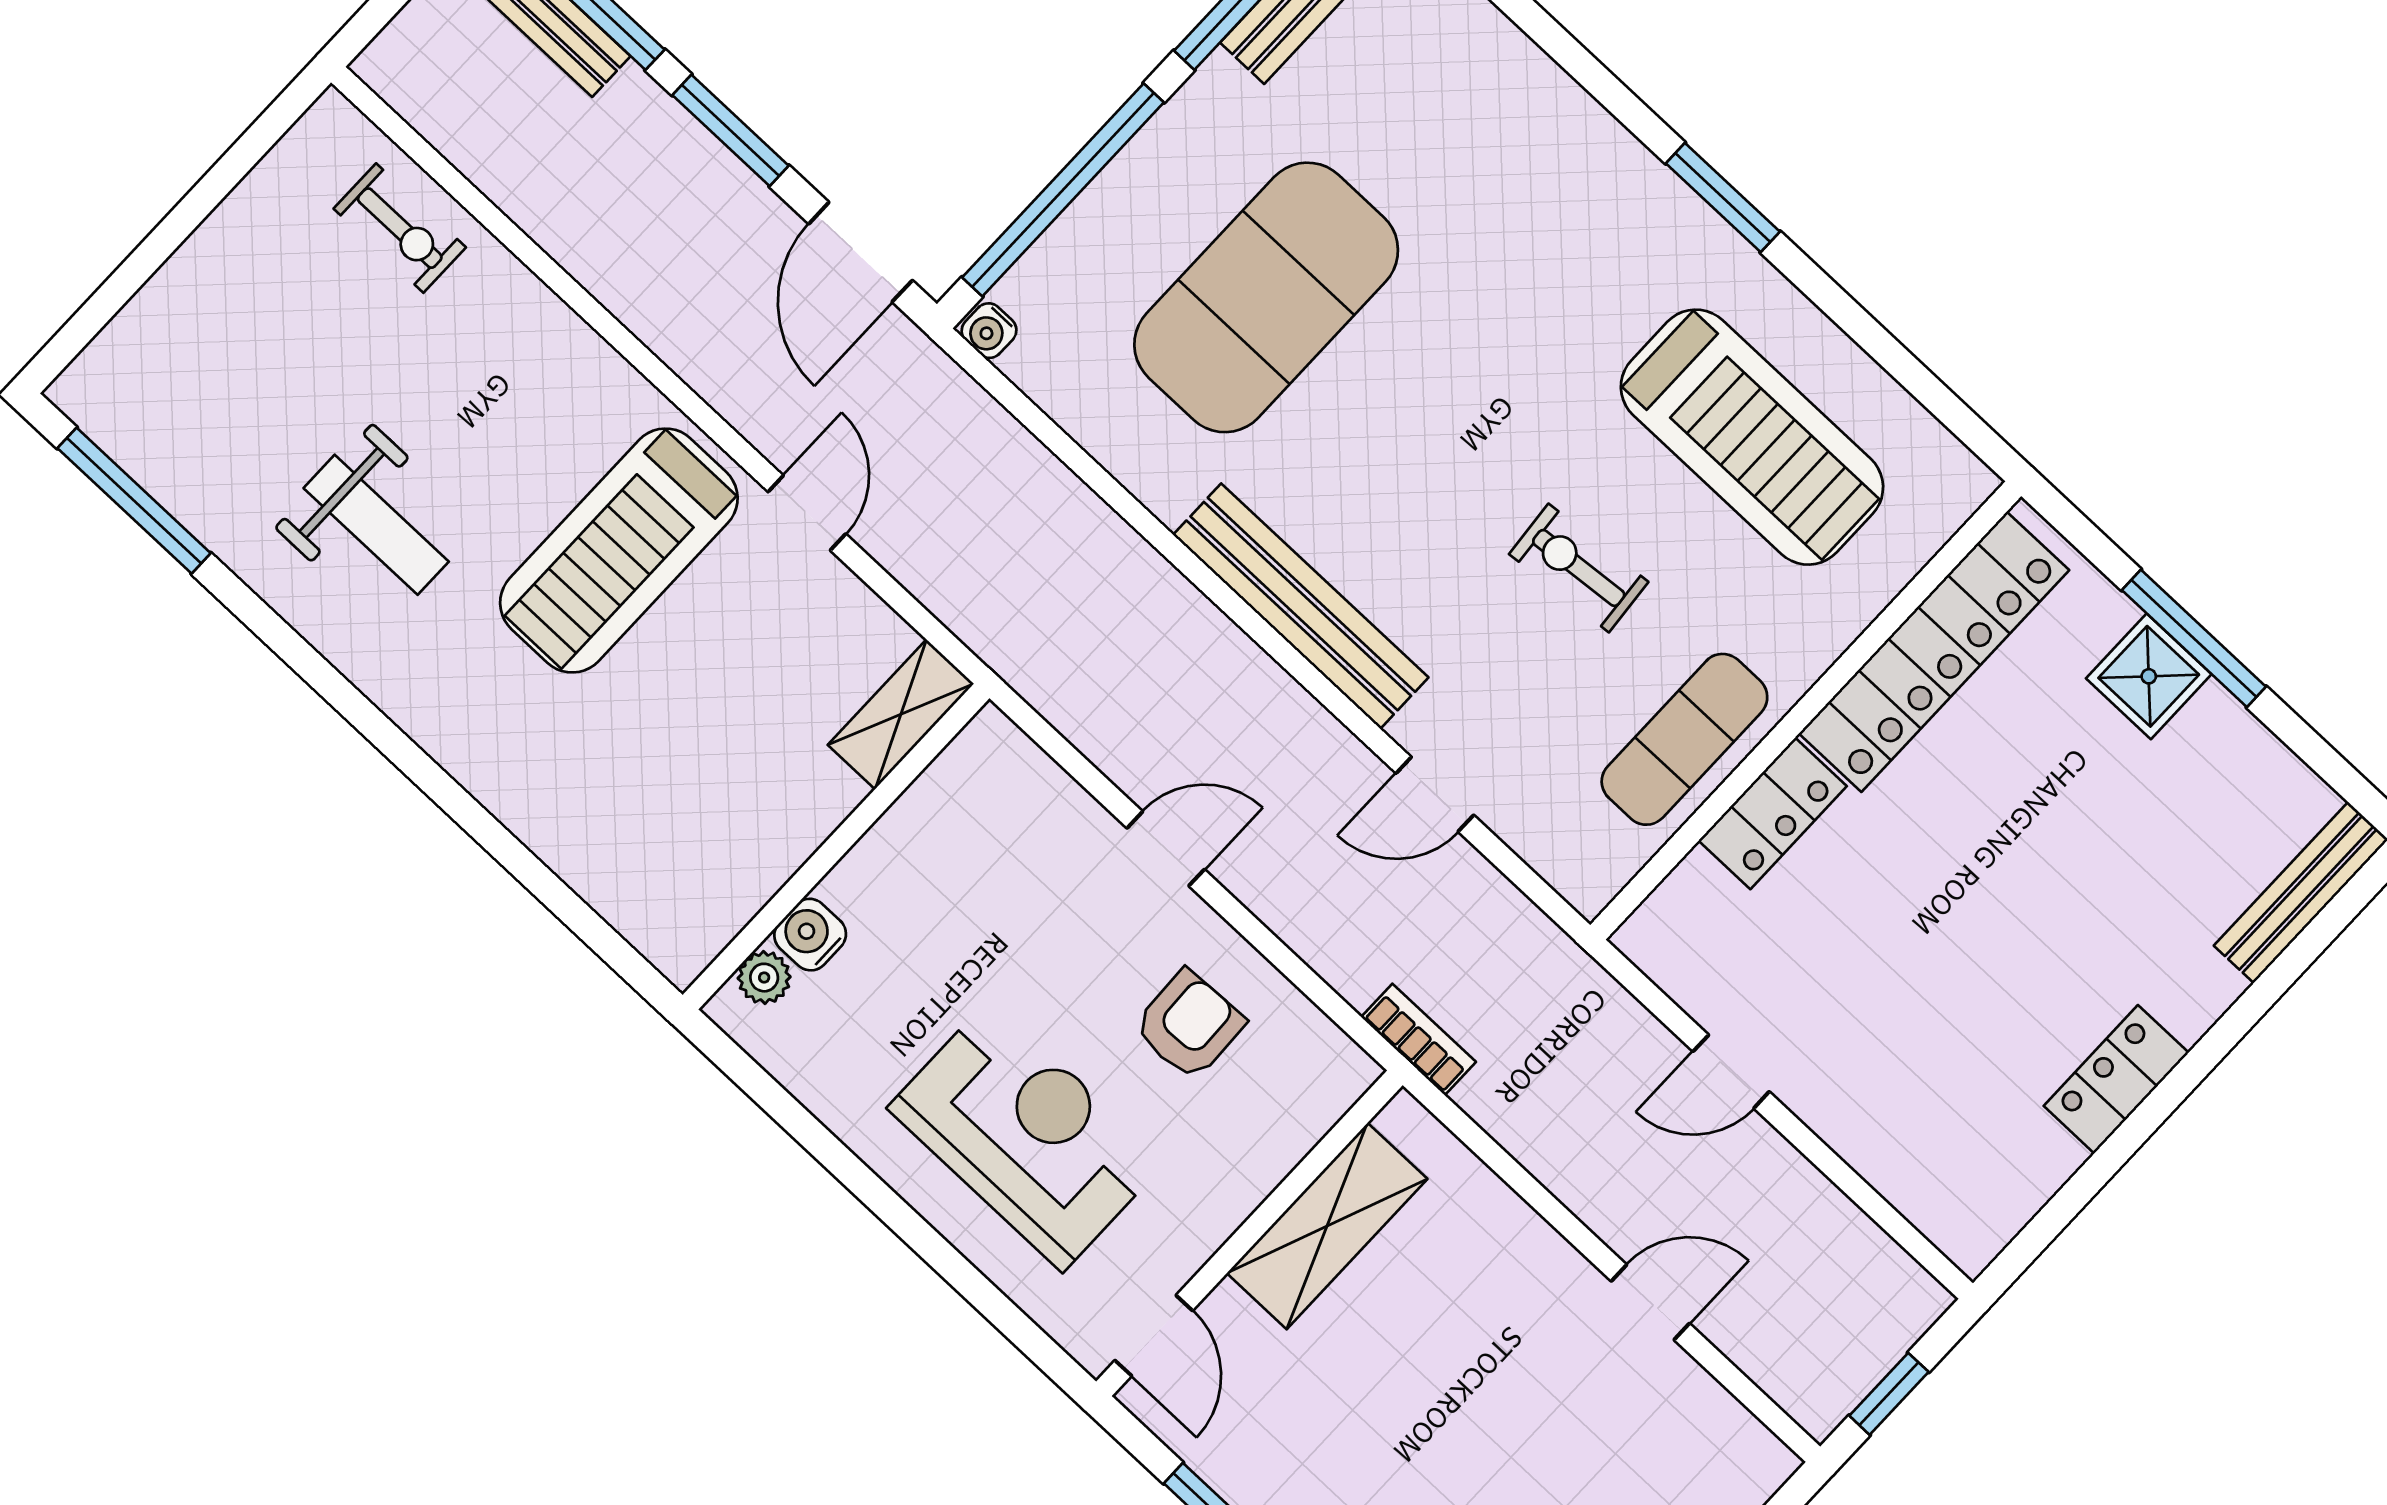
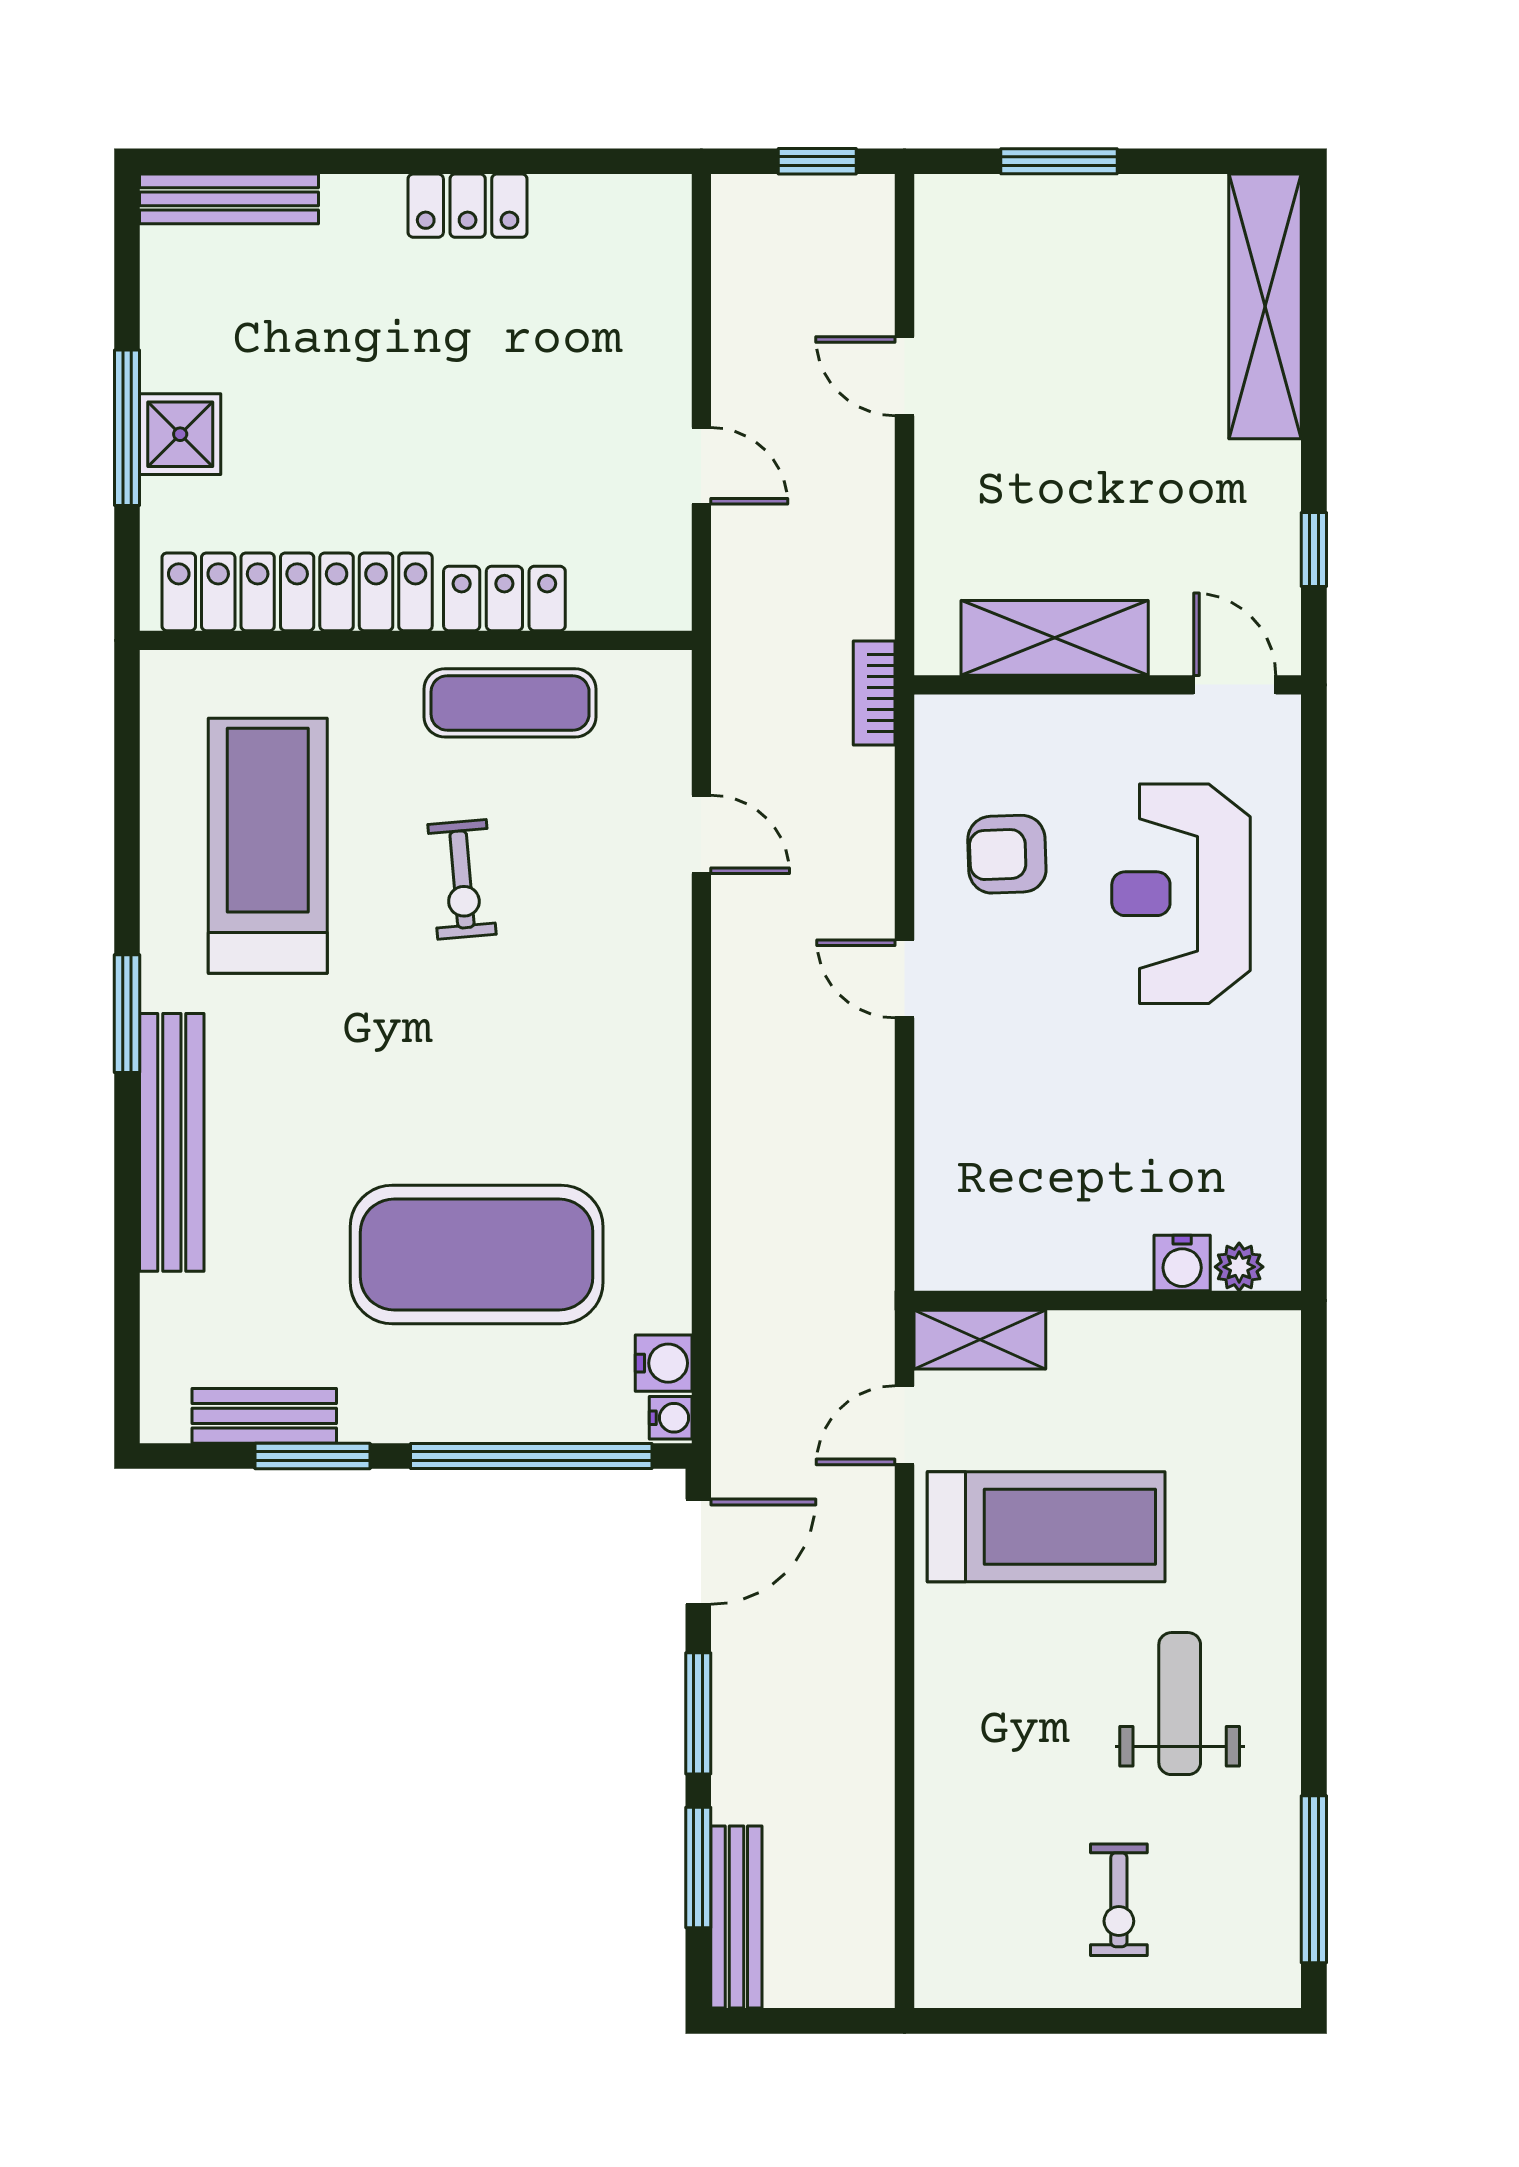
exercise bike: (400, 228) -> (1119, 1900), moved, turned 180
water cooler: (1038, 366) -> (664, 1363), added
bench: (1301, 606) -> (172, 1142), moved
shelving: (901, 714) -> (980, 1340), moved
wall: (836, 847) -> (1108, 1301), moved
water cooler: (810, 935) -> (1182, 1263), moved
plant: (764, 978) -> (1239, 1267), moved
door: (1154, 1335) -> (1235, 685), hinge flipped

